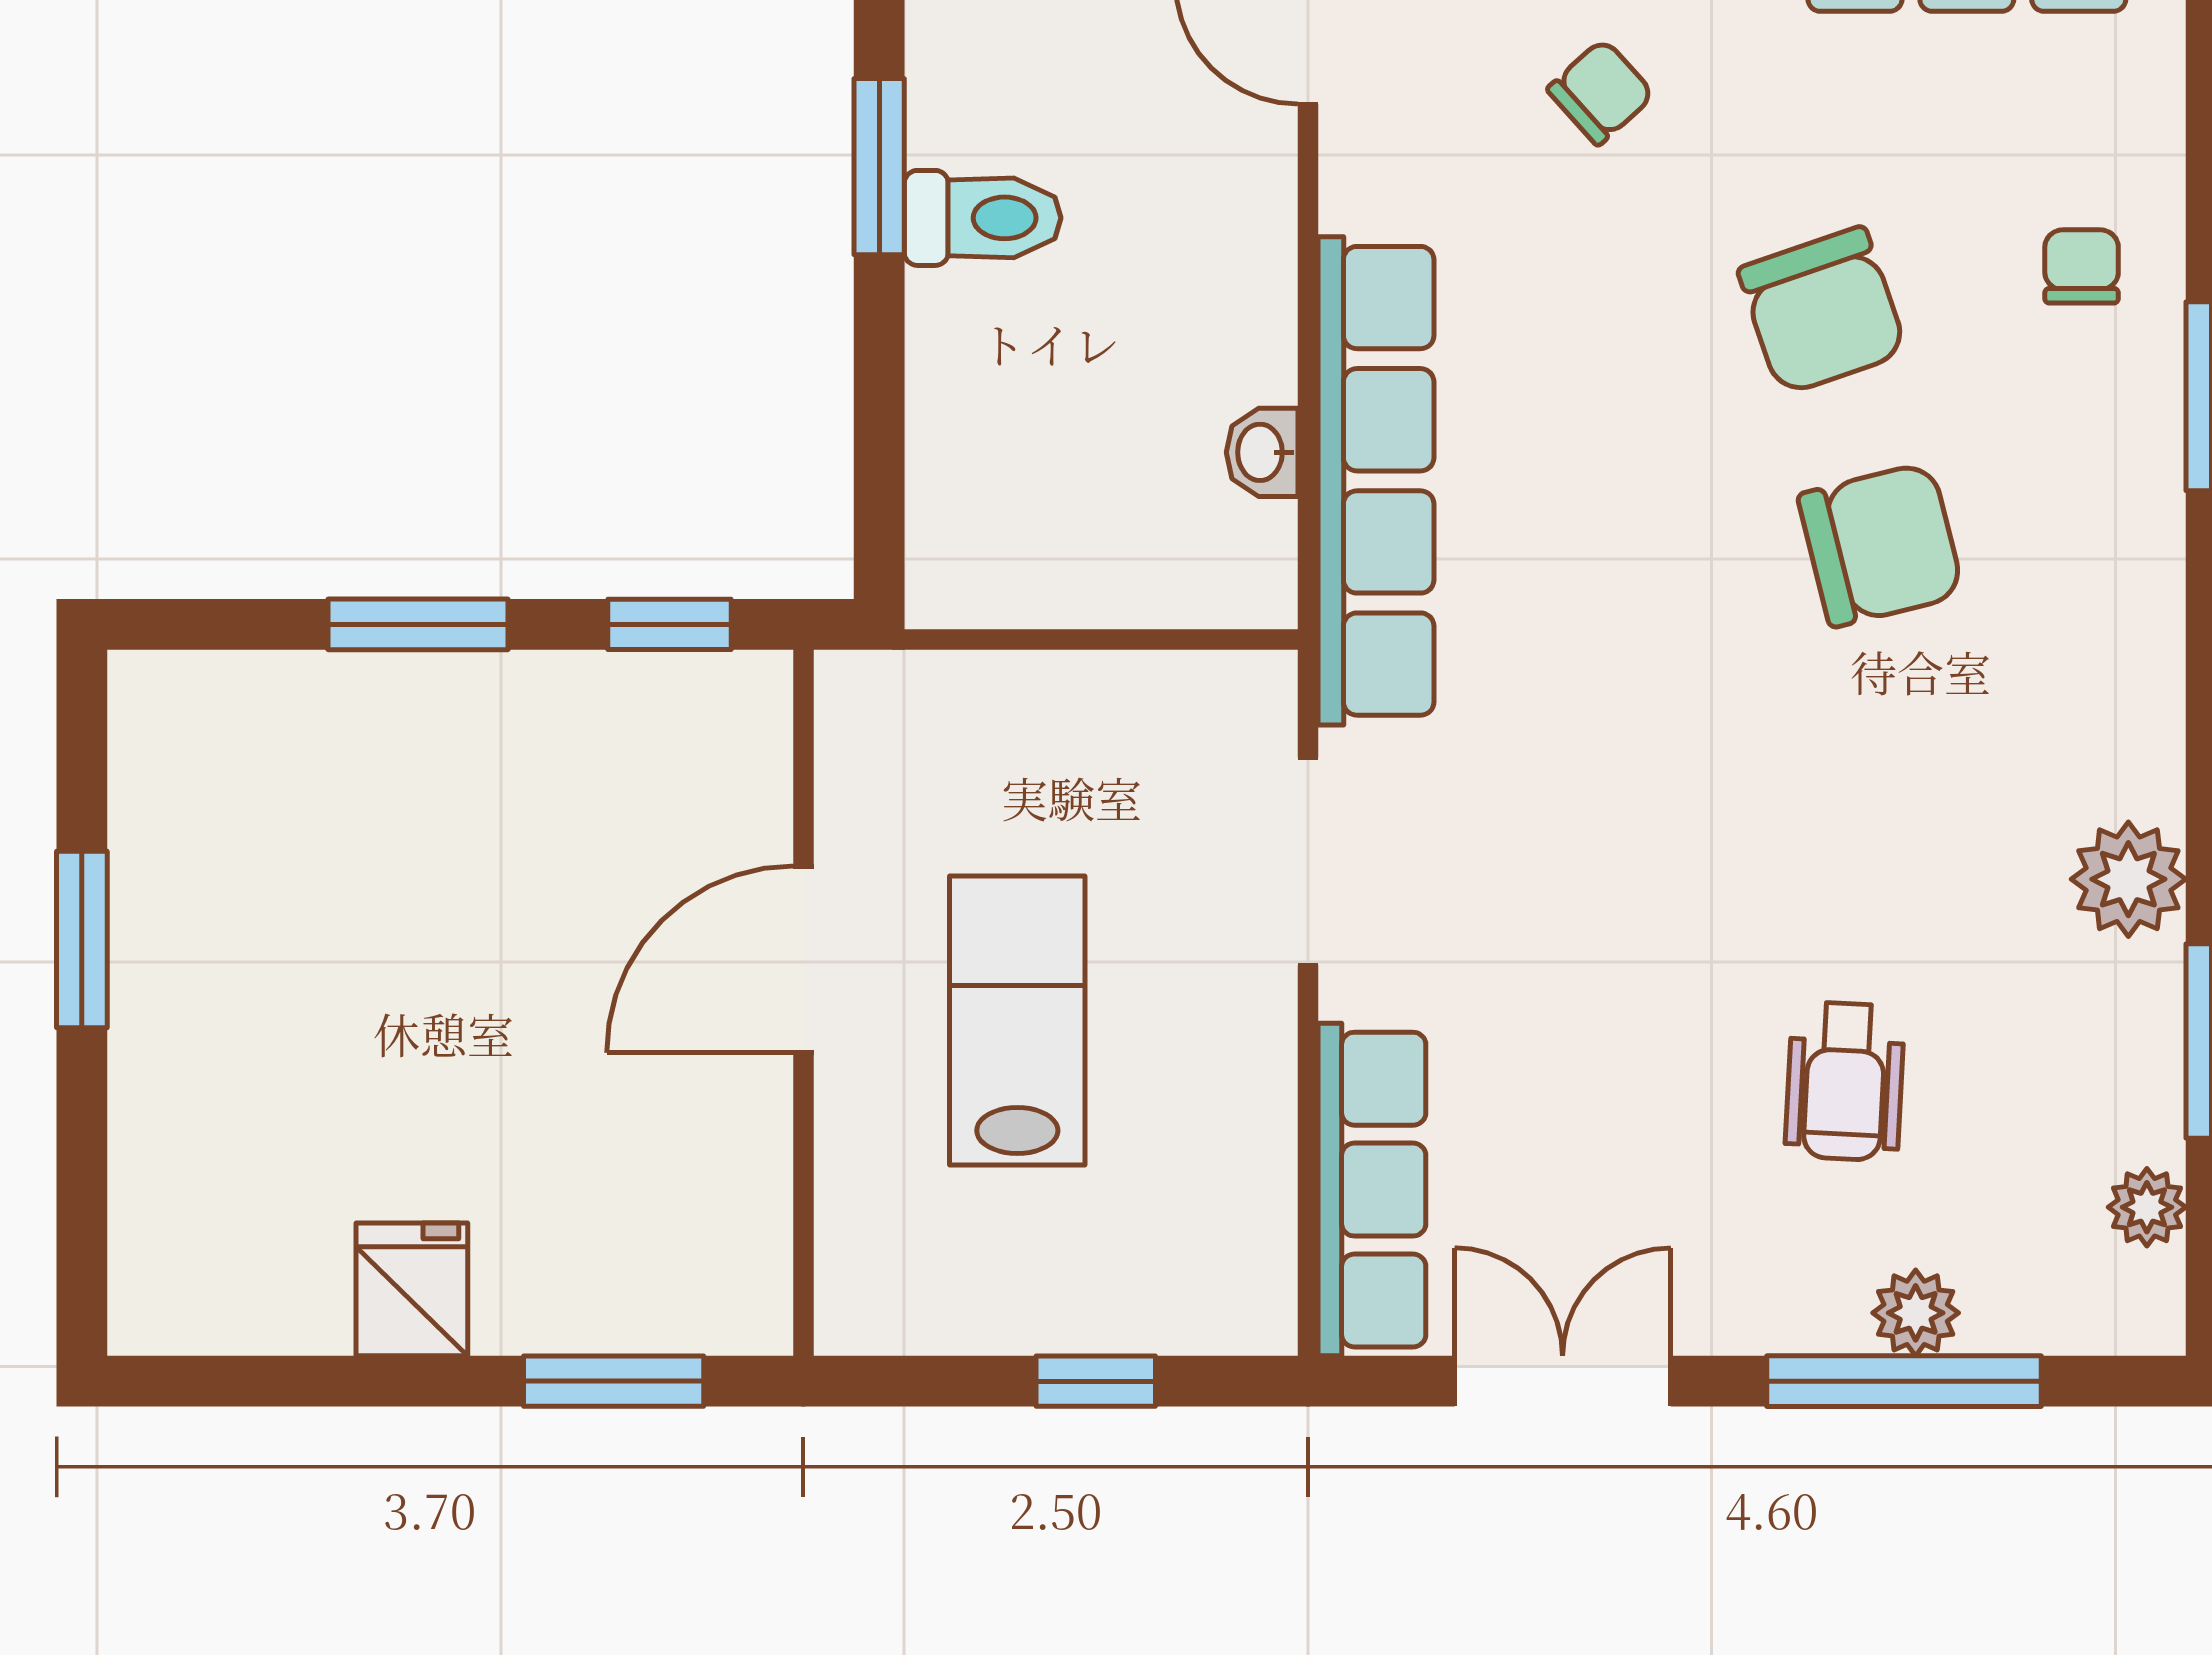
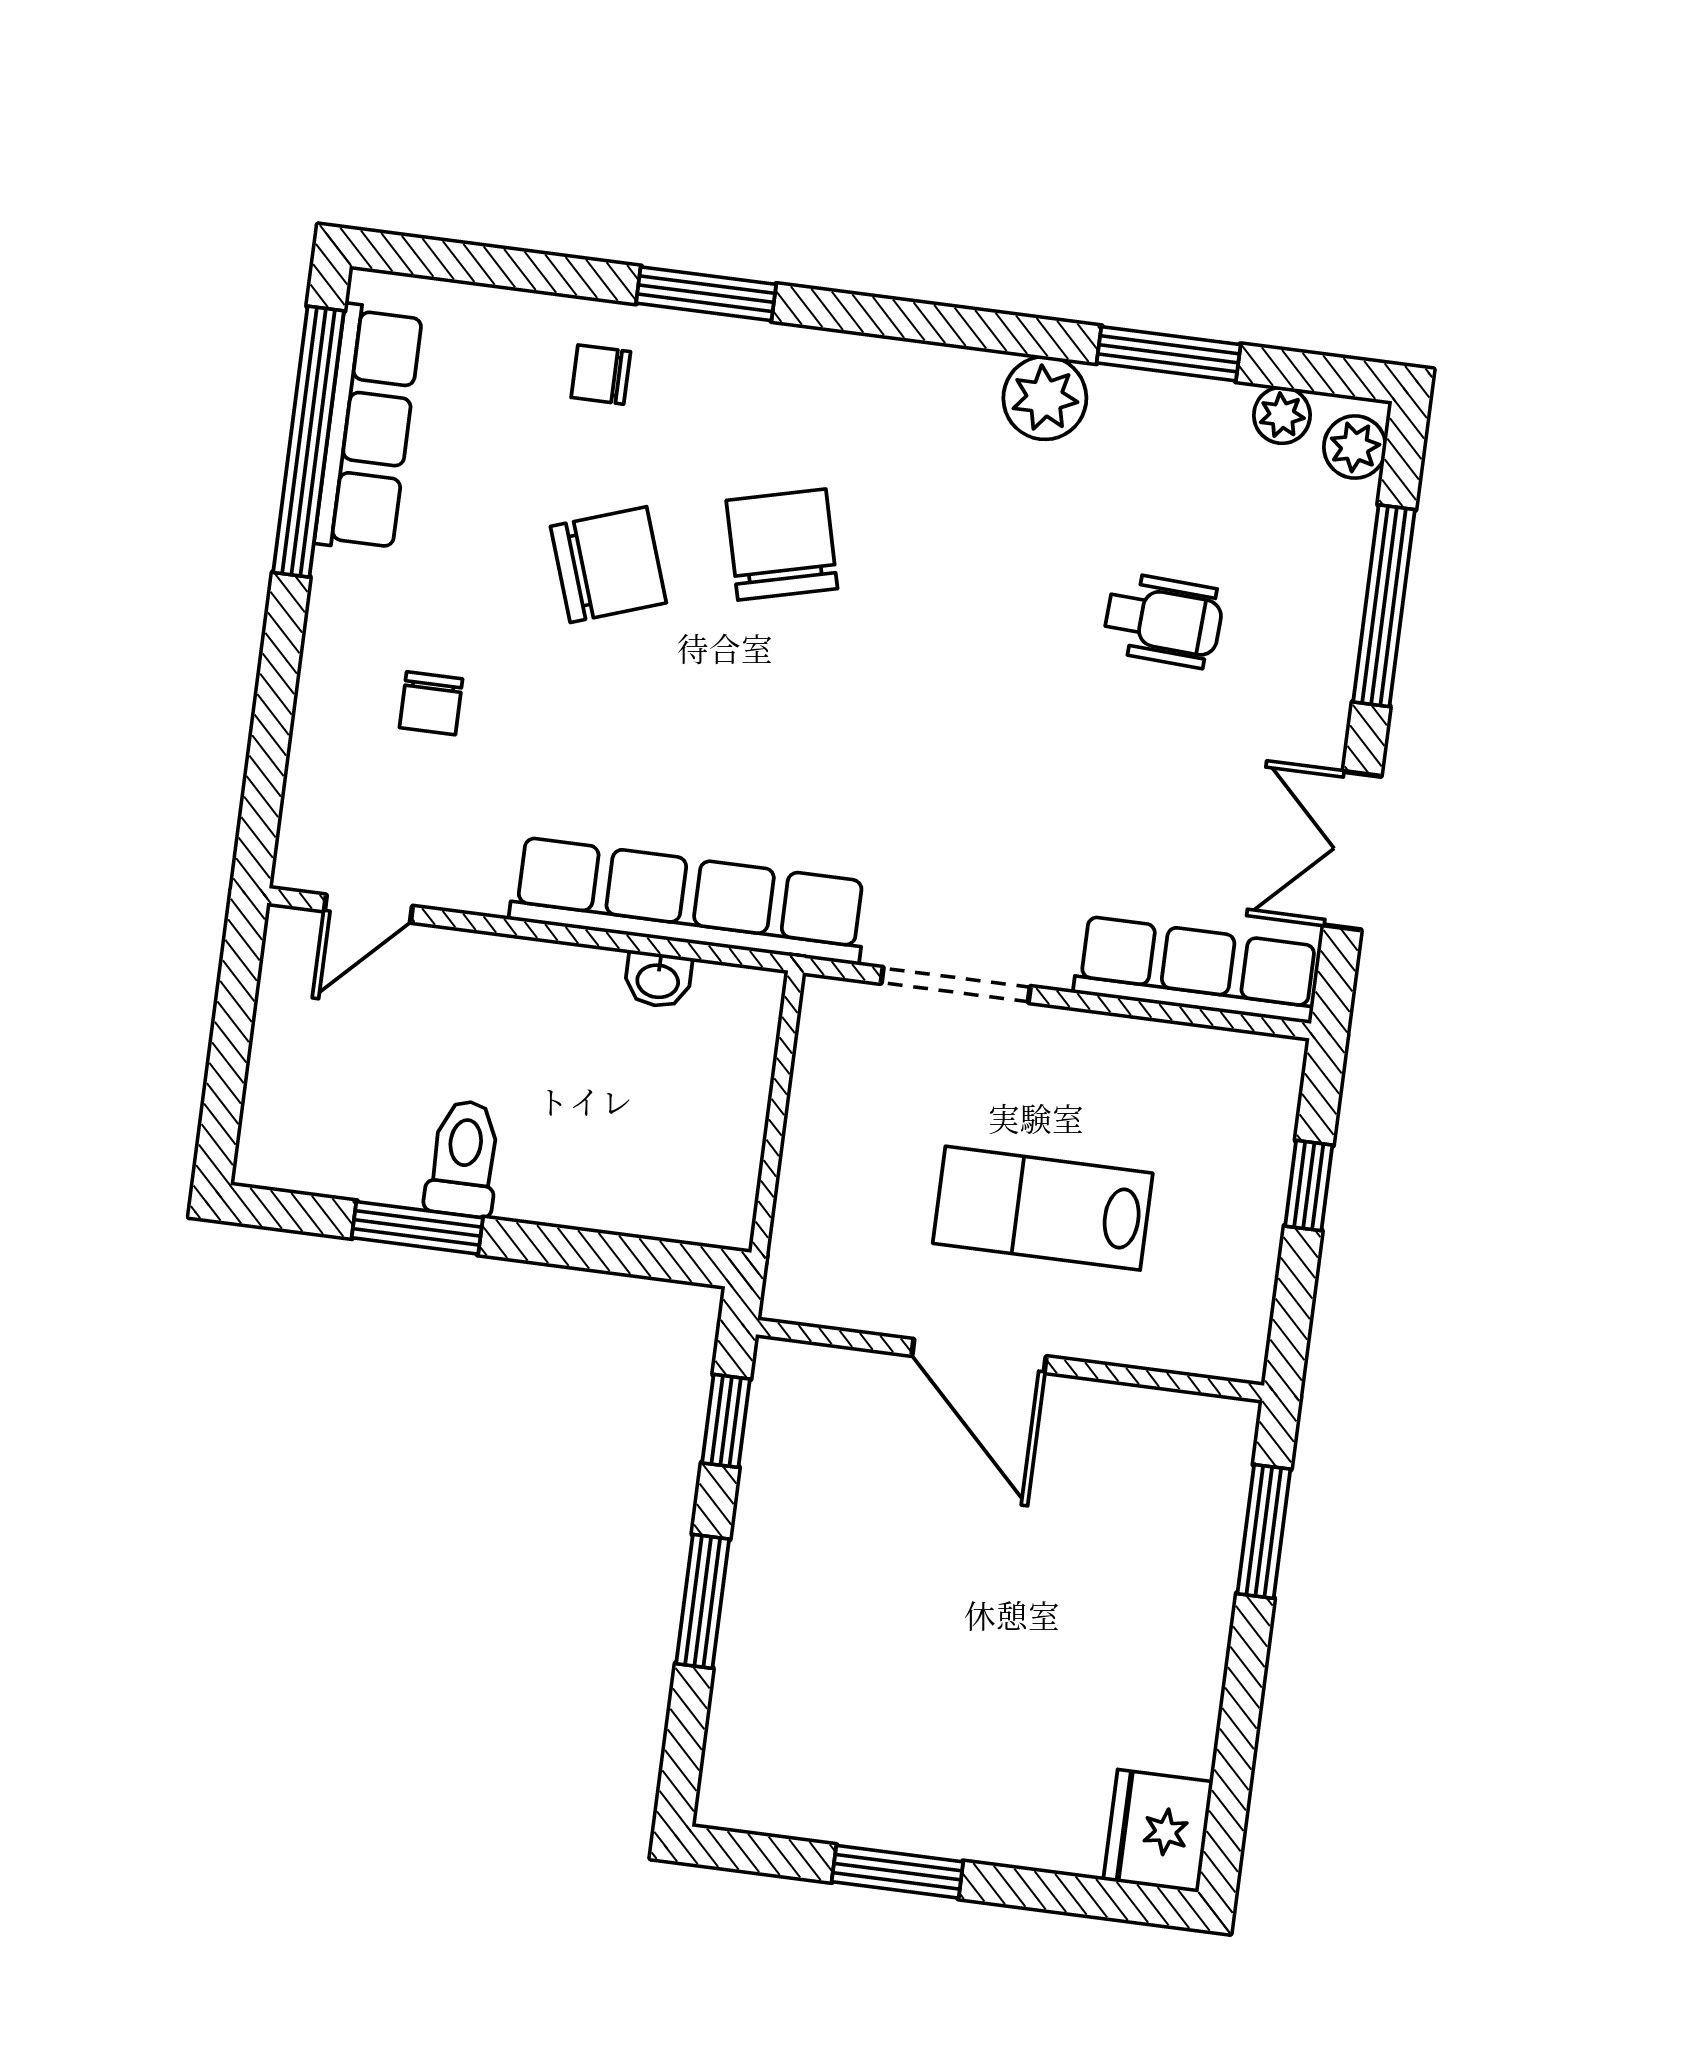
chair: (1601, 92) -> (431, 703), turned -138
fridge: (412, 1289) -> (1158, 1831), moved, width x1.38
plant: (1916, 1313) -> (1355, 447), moved

